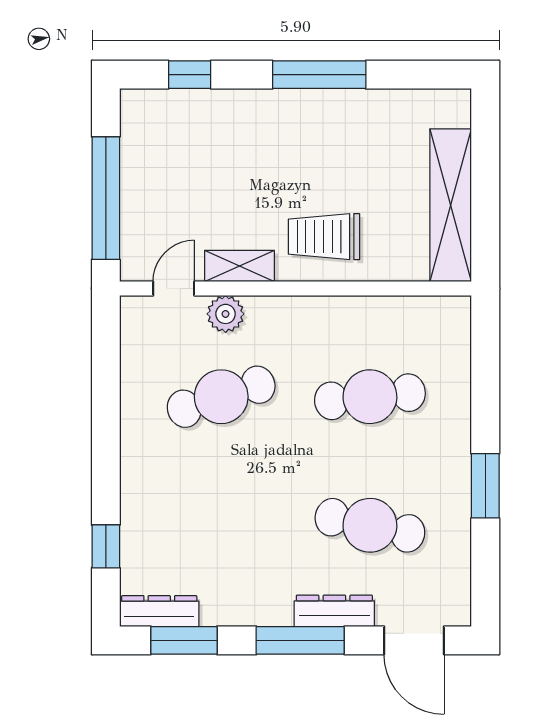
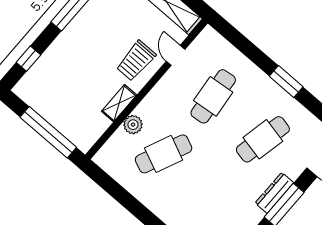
door: (174, 289) -> (176, 55), moved
cafe table: (221, 397) -> (164, 154), turned 42
dresser: (334, 611) -> (274, 193), moved

